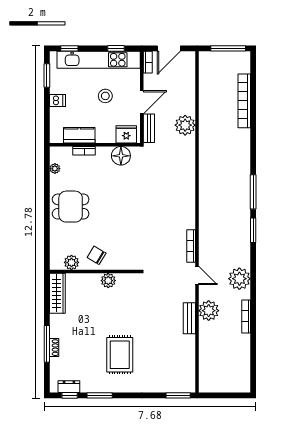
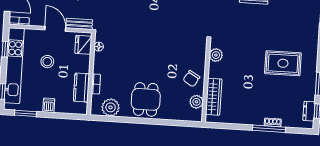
floor lamp: (121, 156) -> (99, 47), width x0.53, depth x0.53
plant: (55, 169) -> (111, 107), width x1.88, depth x1.88
plant: (108, 281) -> (216, 55), moved
wardrobe: (57, 293) -> (214, 97), moved, turned 90

